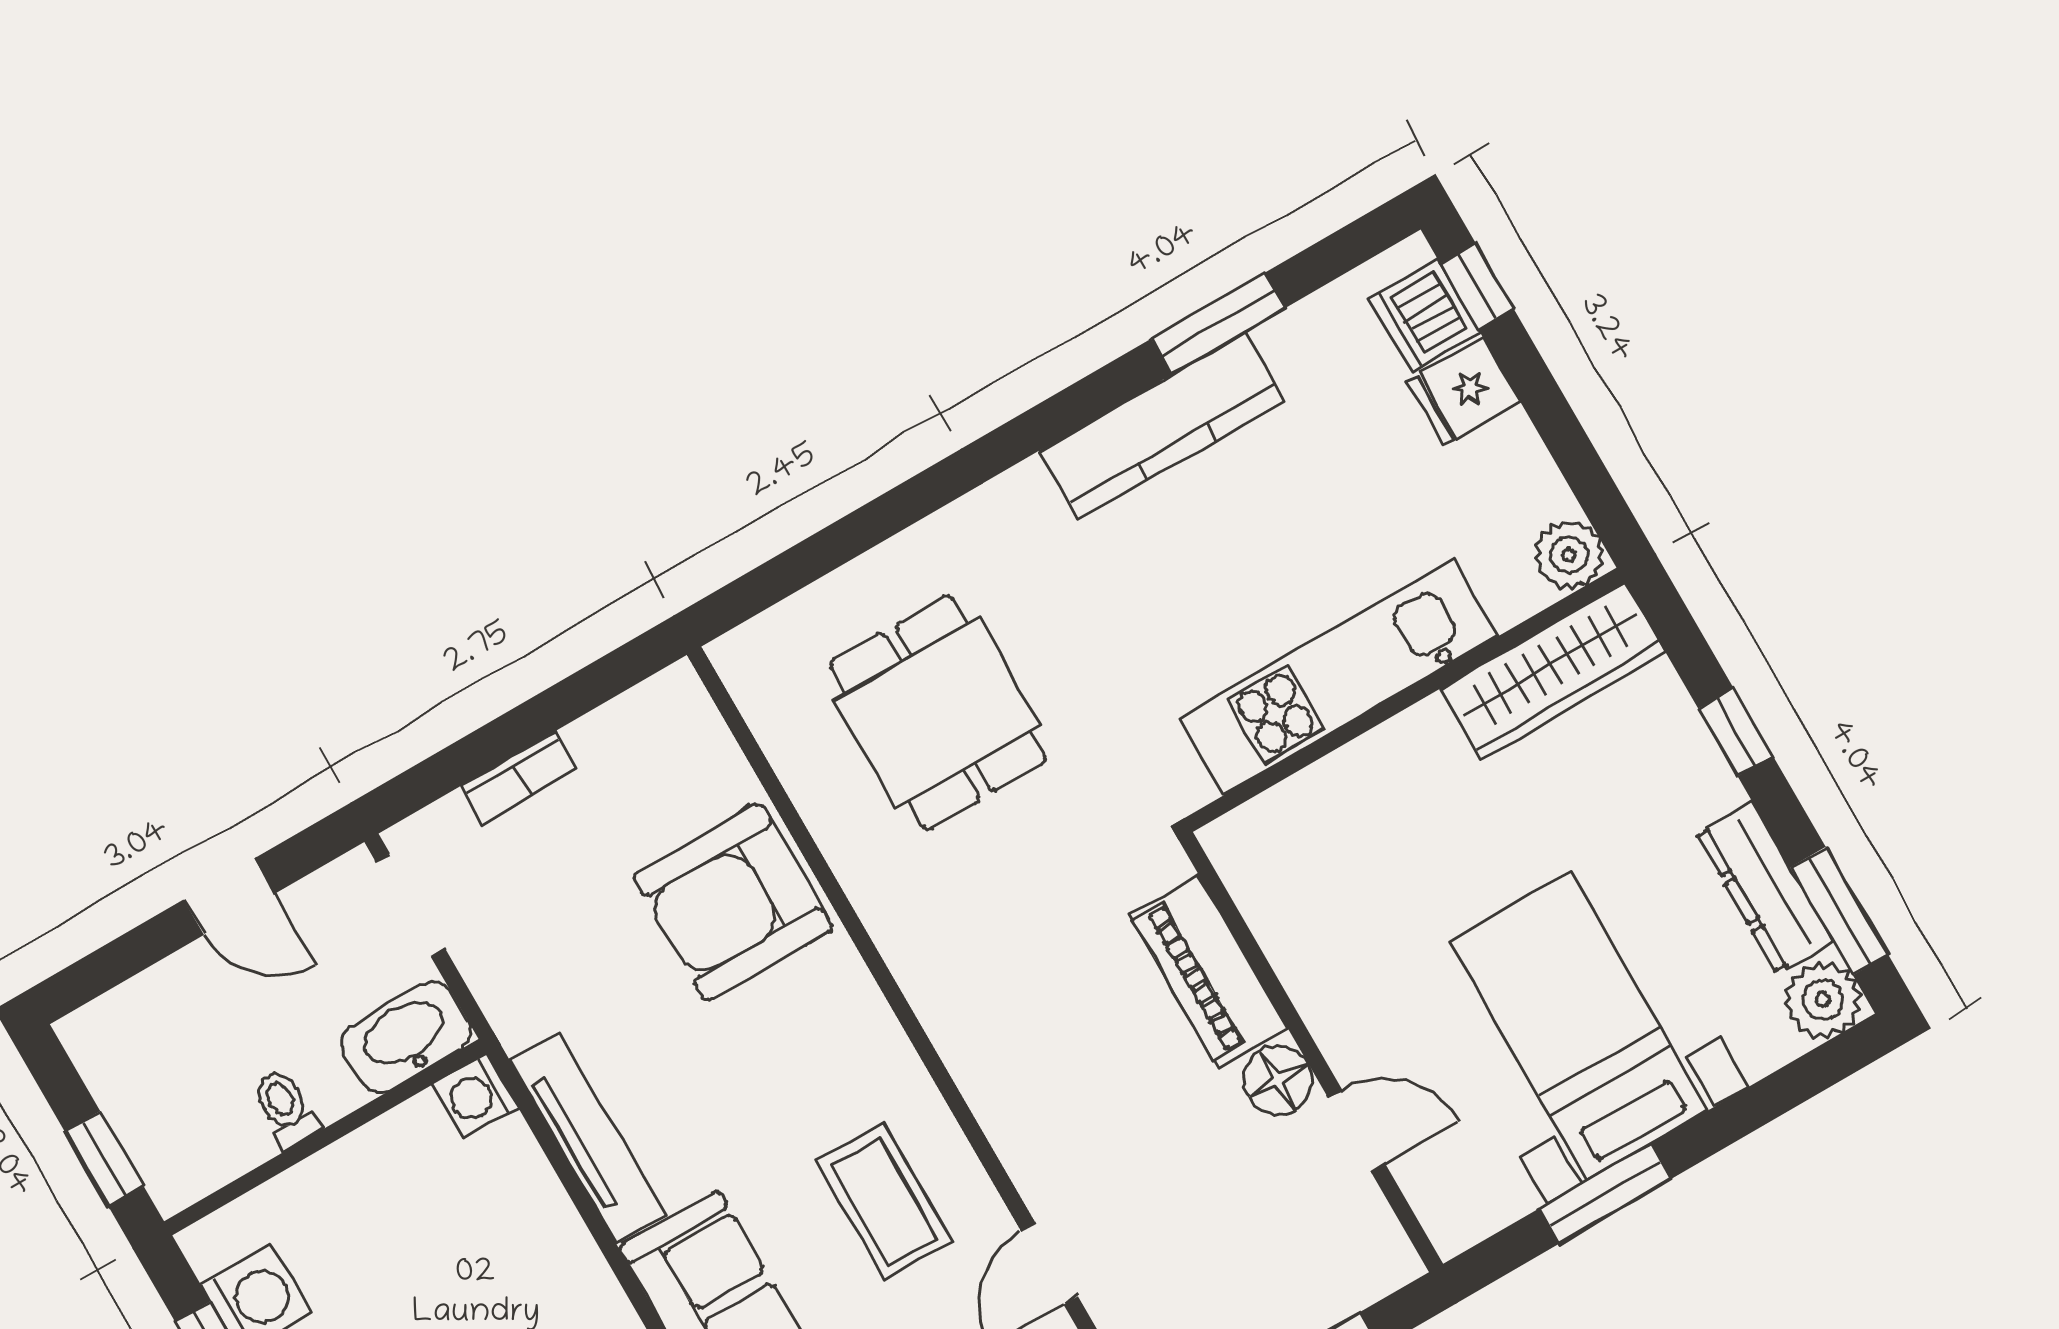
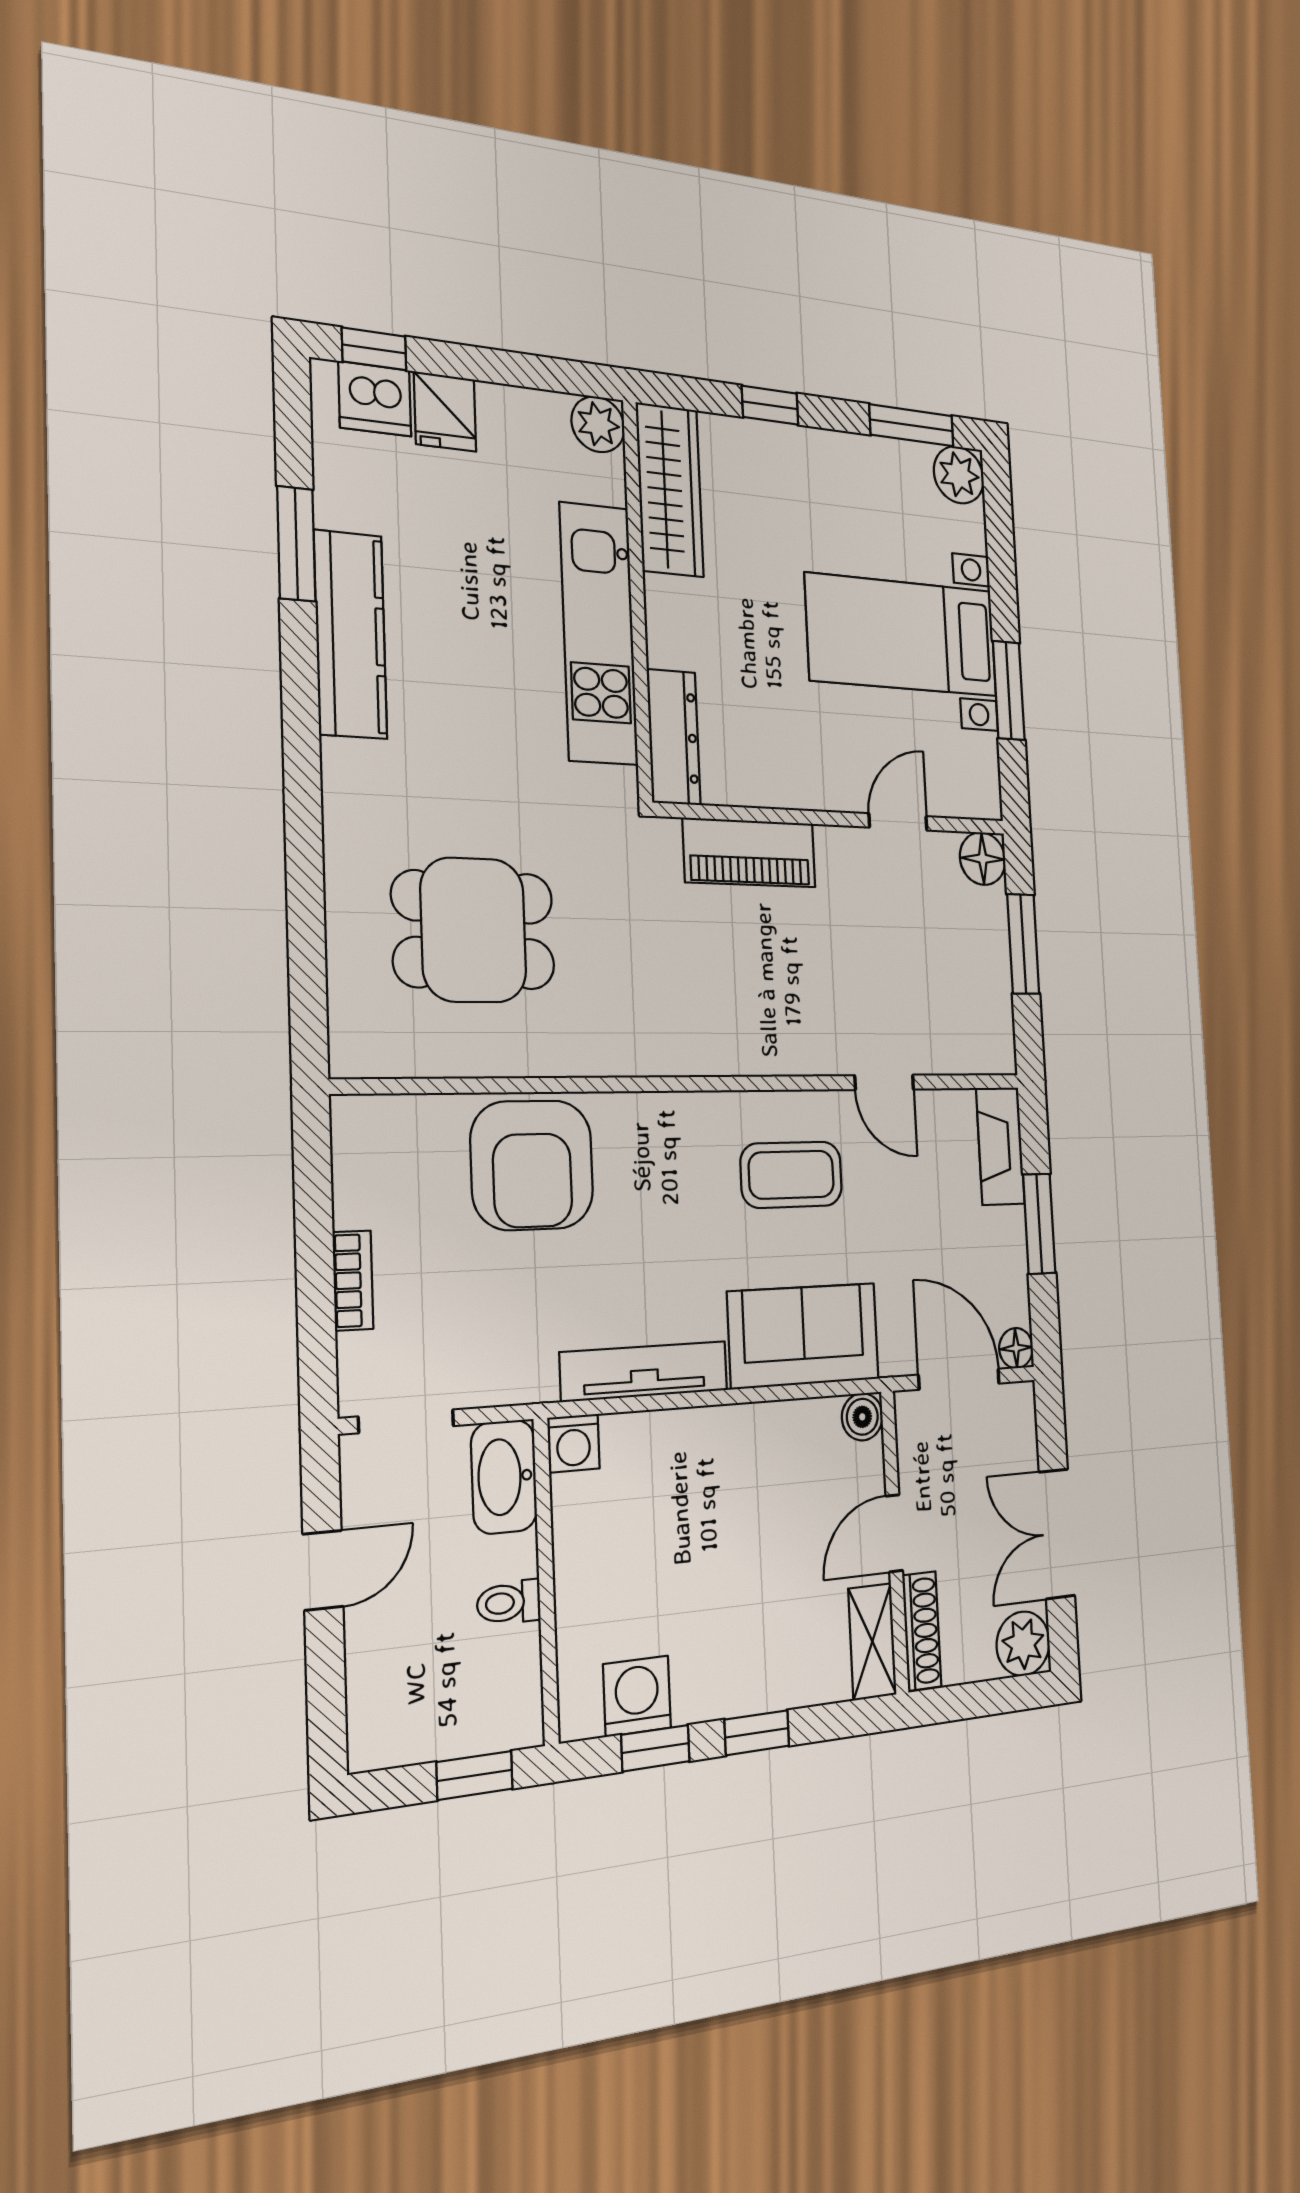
dresser: (1765, 887) -> (674, 737), moved, turned -90
floor lamp: (1278, 1080) -> (983, 859), moved

